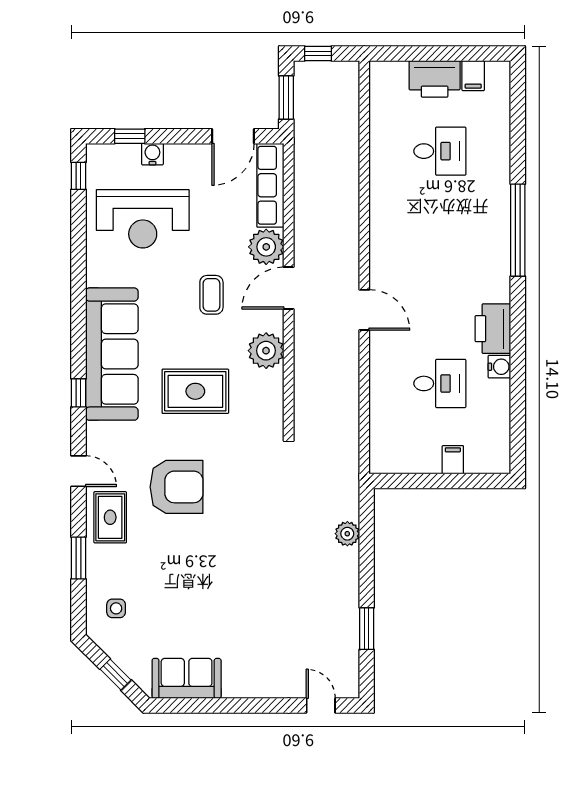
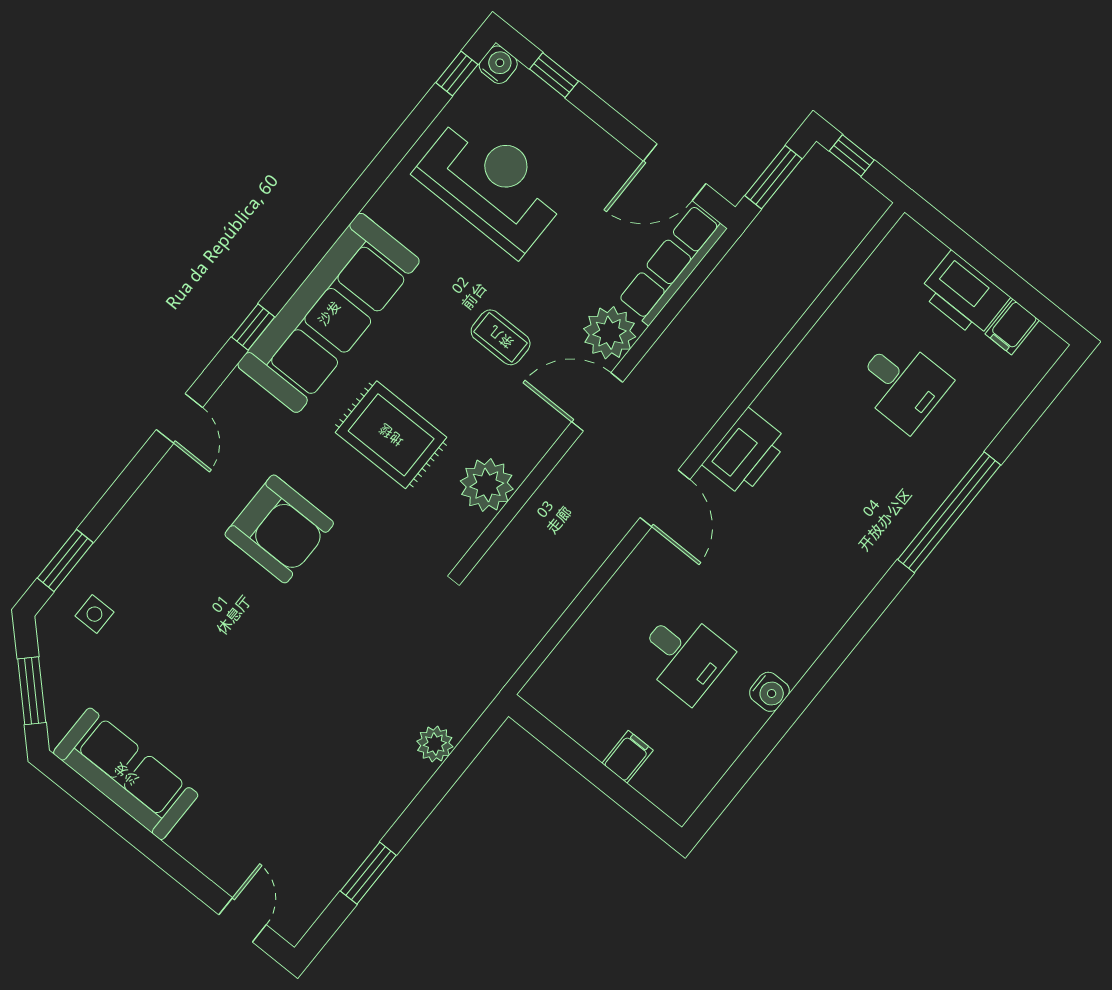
water cooler: (152, 154) -> (498, 65), moved
reception desk: (143, 219) -> (492, 184), turned 180
window: (518, 230) -> (949, 512), moved
coffee table: (211, 295) -> (501, 337), turned 90
printer: (493, 329) -> (745, 452), moved, turned 180
plant: (266, 351) -> (487, 485), moved
rug: (110, 517) -> (173, 502), removed
window: (78, 558) -> (65, 560), moved
window: (115, 675) -> (32, 691), width x1.50
sofa: (187, 678) -> (126, 774), width x1.36

